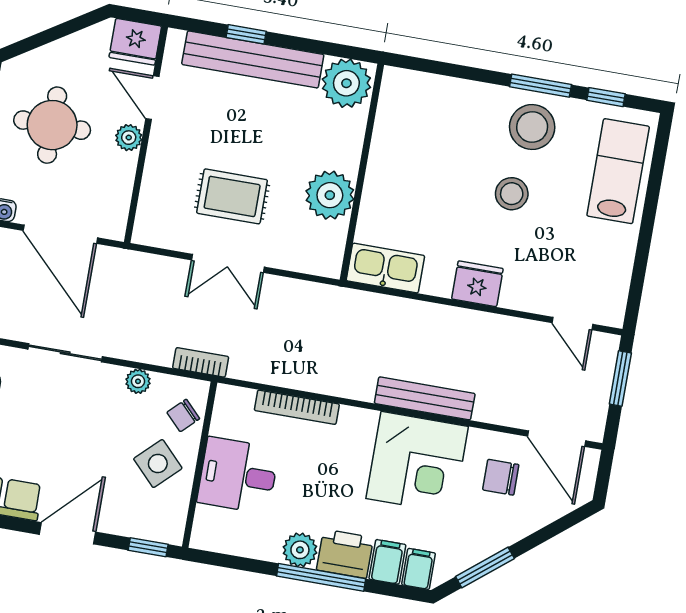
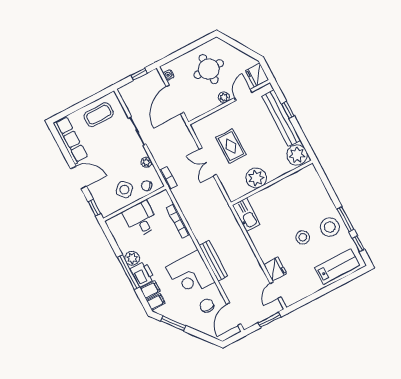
fridge: (477, 284) -> (275, 269), moved

